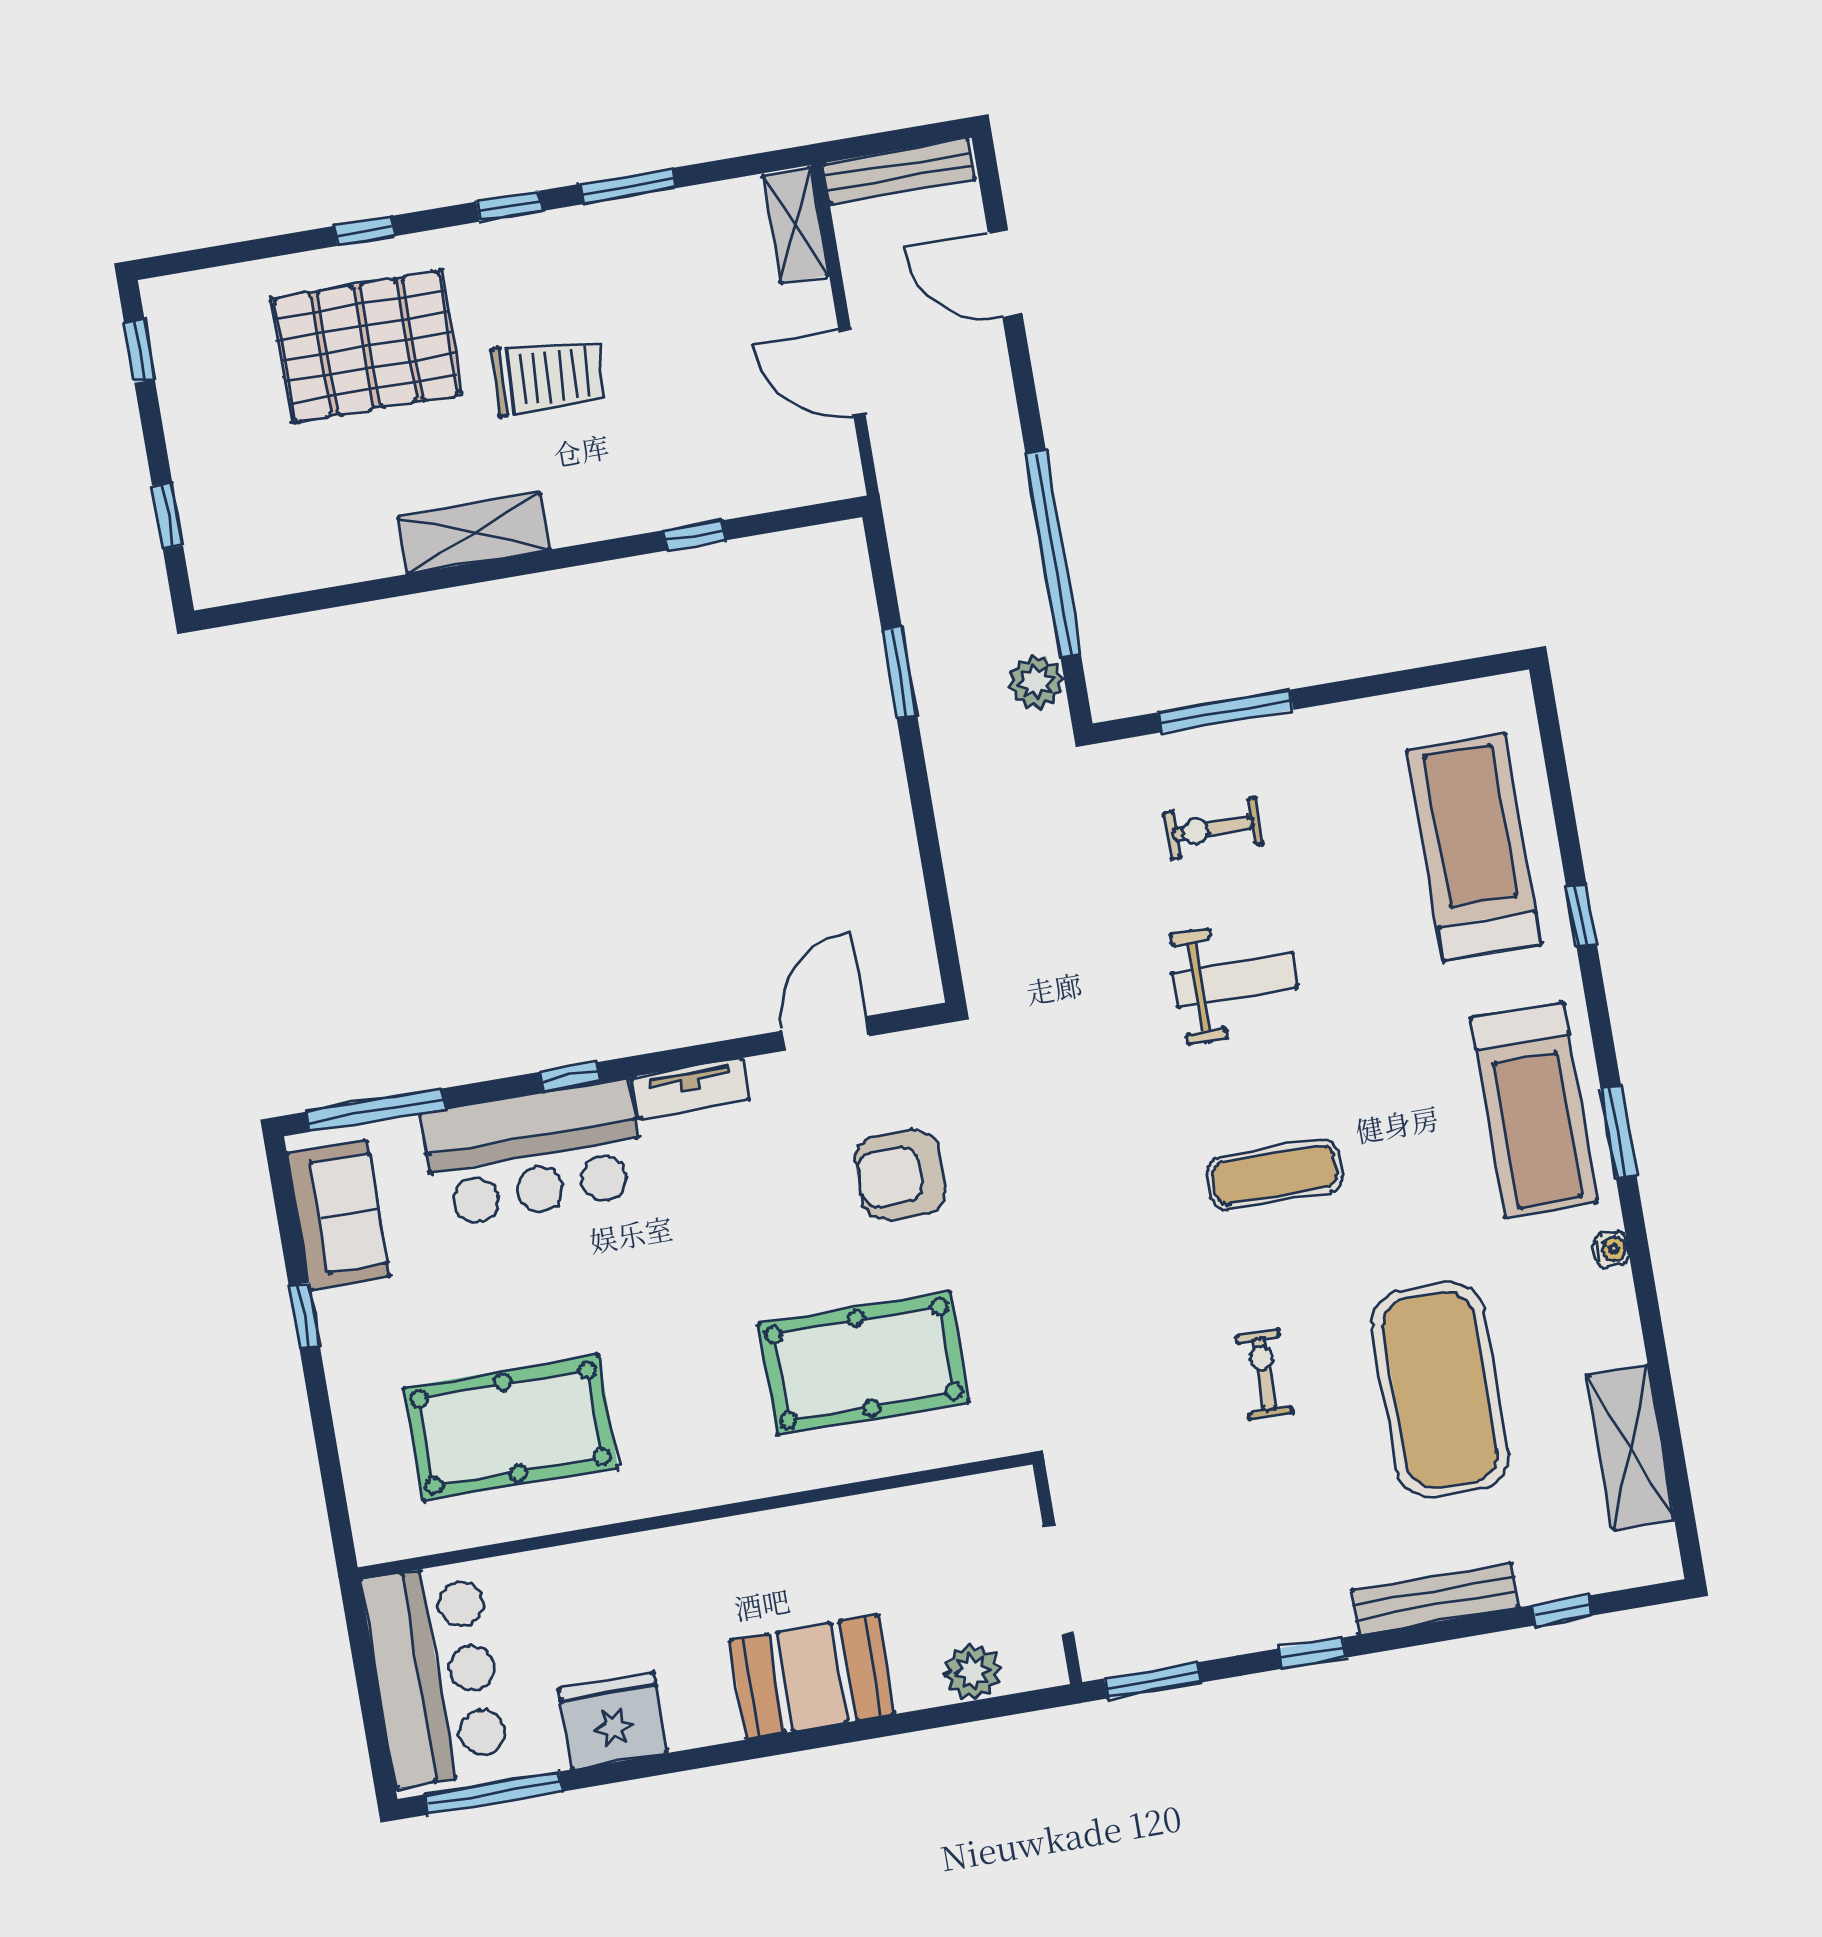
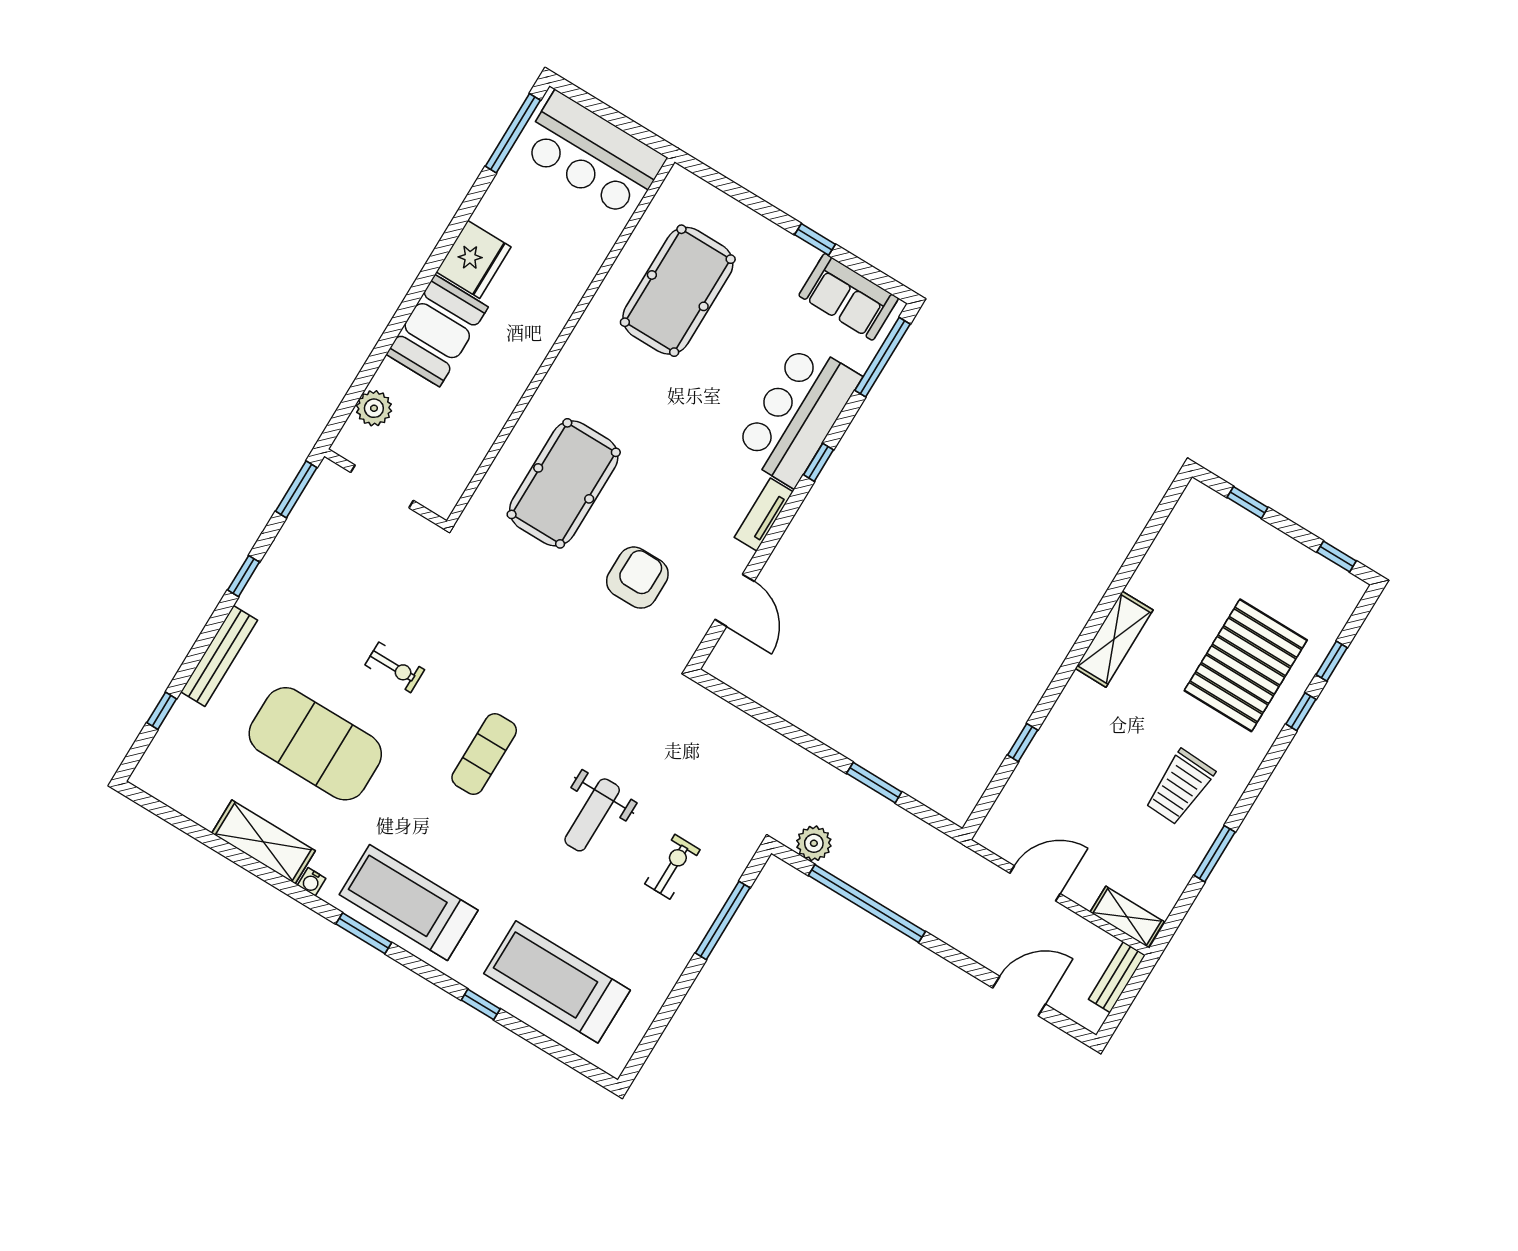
bench: (899, 171) -> (1117, 977), width x0.73
window: (509, 206) -> (1332, 661), moved
trolley: (548, 377) -> (1180, 787), moved
treadmill: (1474, 847) -> (557, 982), turned 180
shelving: (1630, 1448) -> (263, 842), moved
fridge: (613, 1721) -> (474, 259), moved

